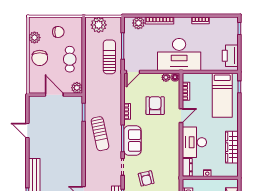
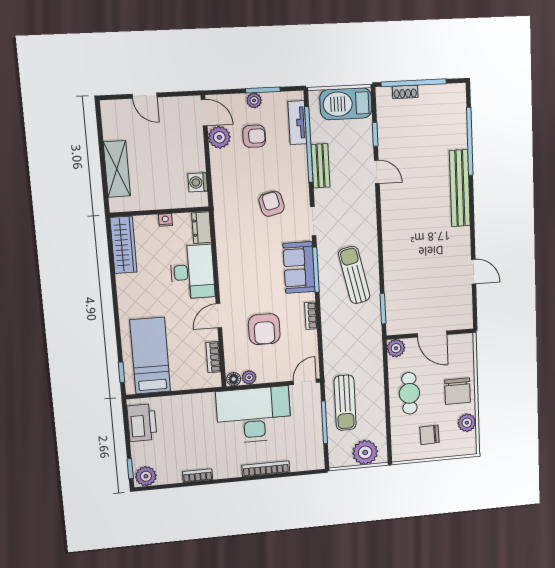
plant: (138, 23) -> (146, 476), moved
desk: (179, 54) -> (254, 415), moved
chair: (40, 58) -> (458, 391), turned 180
wardrobe: (232, 147) -> (124, 245), moved

